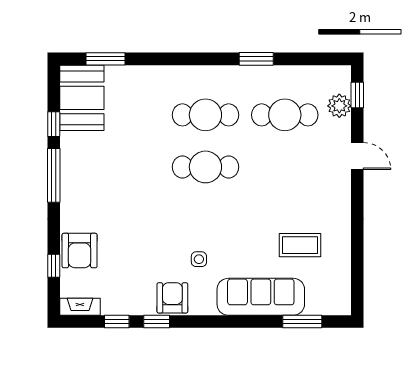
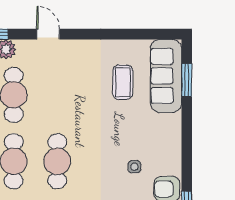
door: (357, 156) -> (48, 34), hinge flipped
sofa: (261, 297) -> (166, 76), moved

